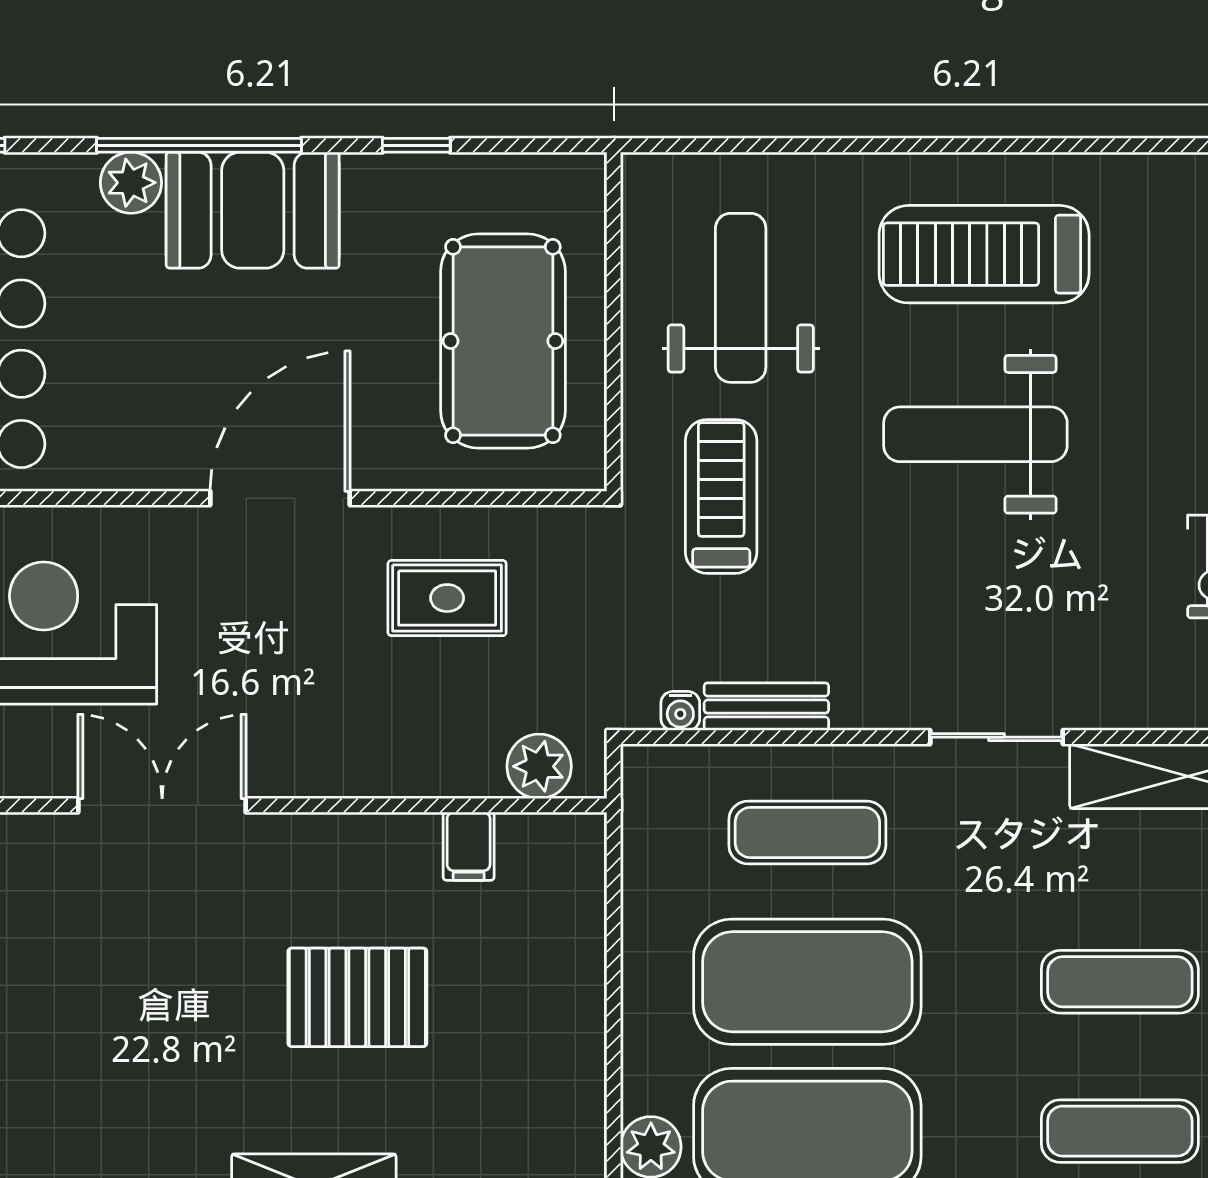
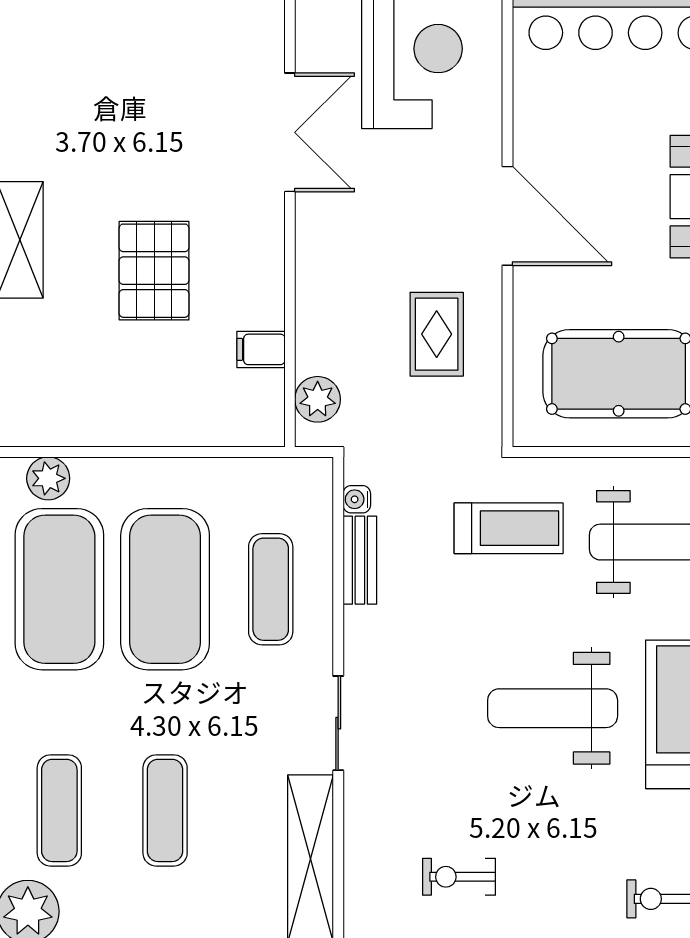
weight bench: (975, 434) -> (553, 708), turned -90

